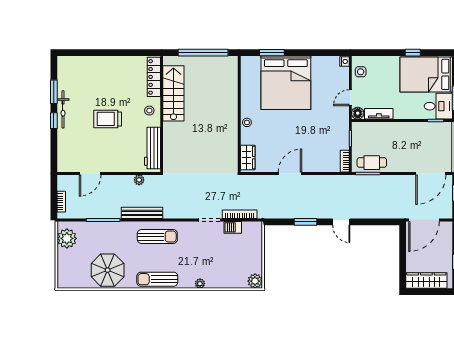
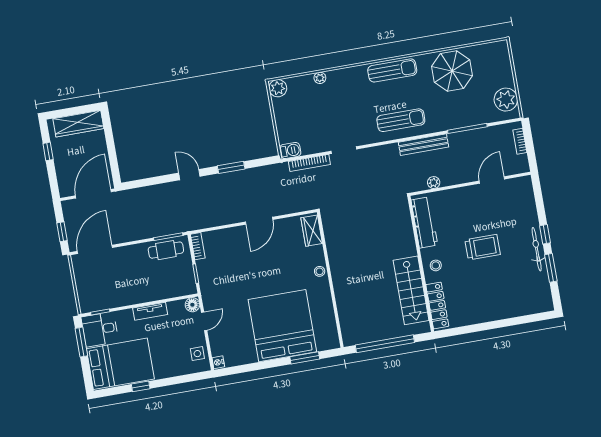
tv unit: (379, 114) -> (150, 311), moved
barbecue: (233, 227) -> (290, 151), moved
sun lounger: (157, 237) -> (401, 120), turned 180
plant: (200, 284) -> (320, 78), moved

